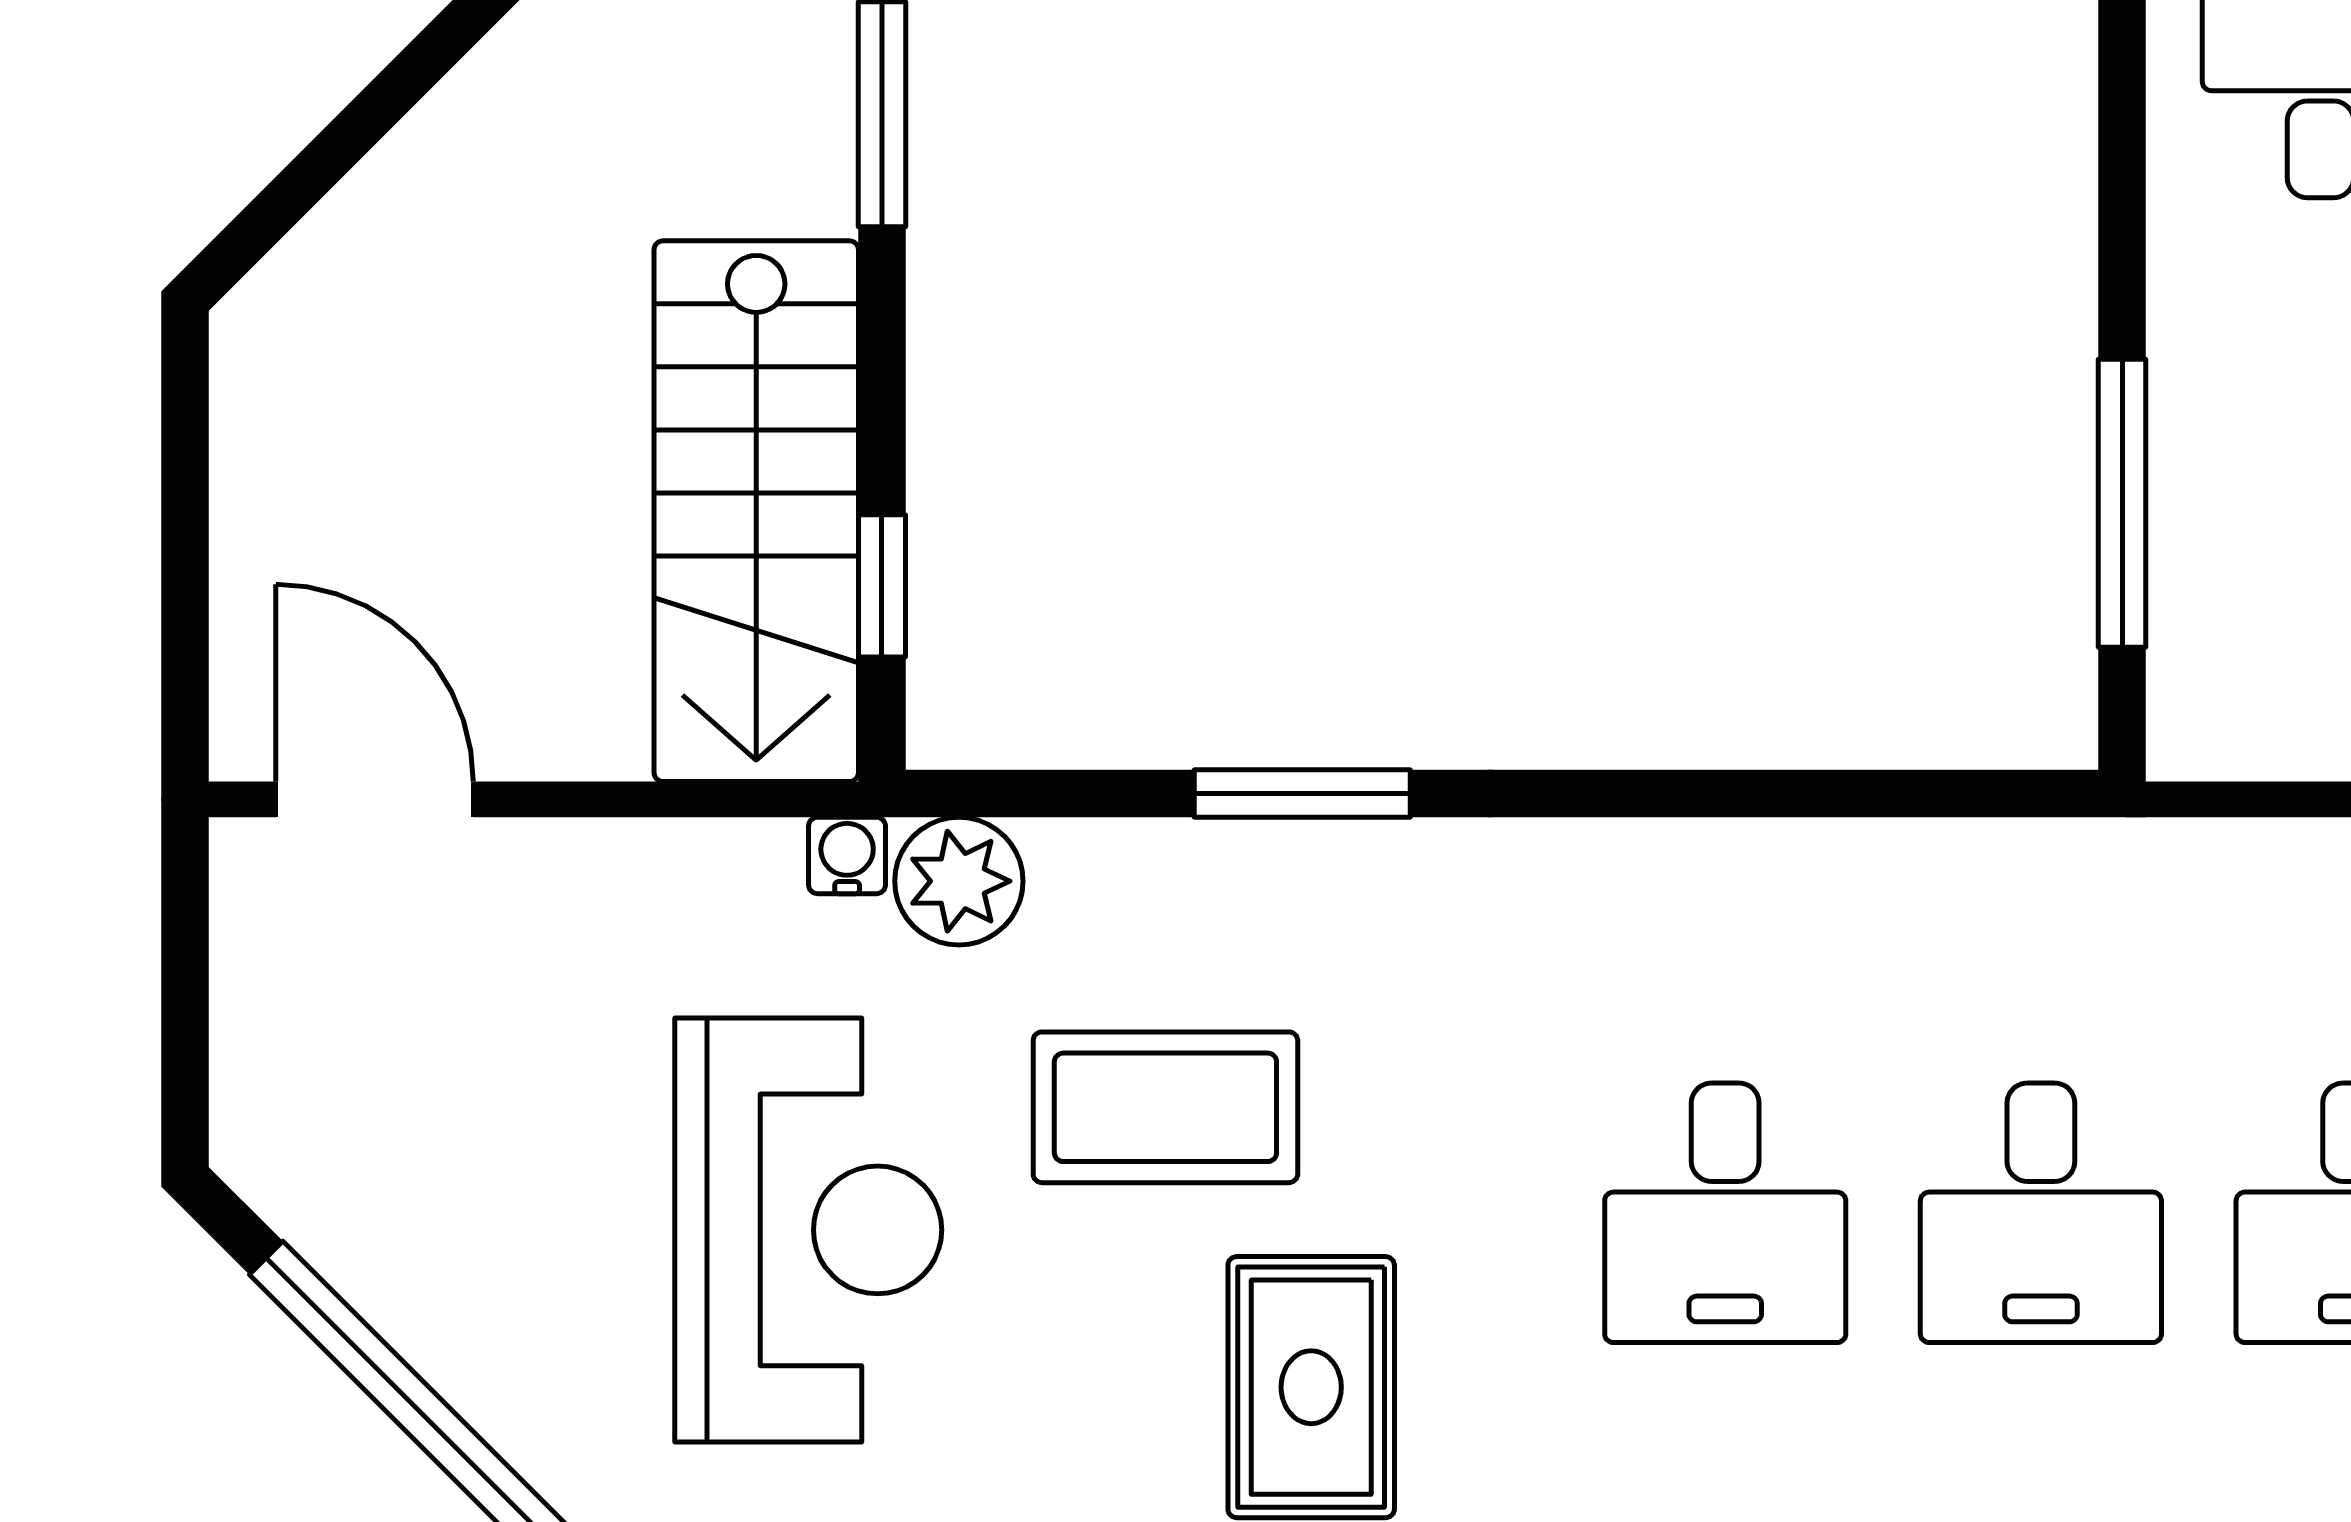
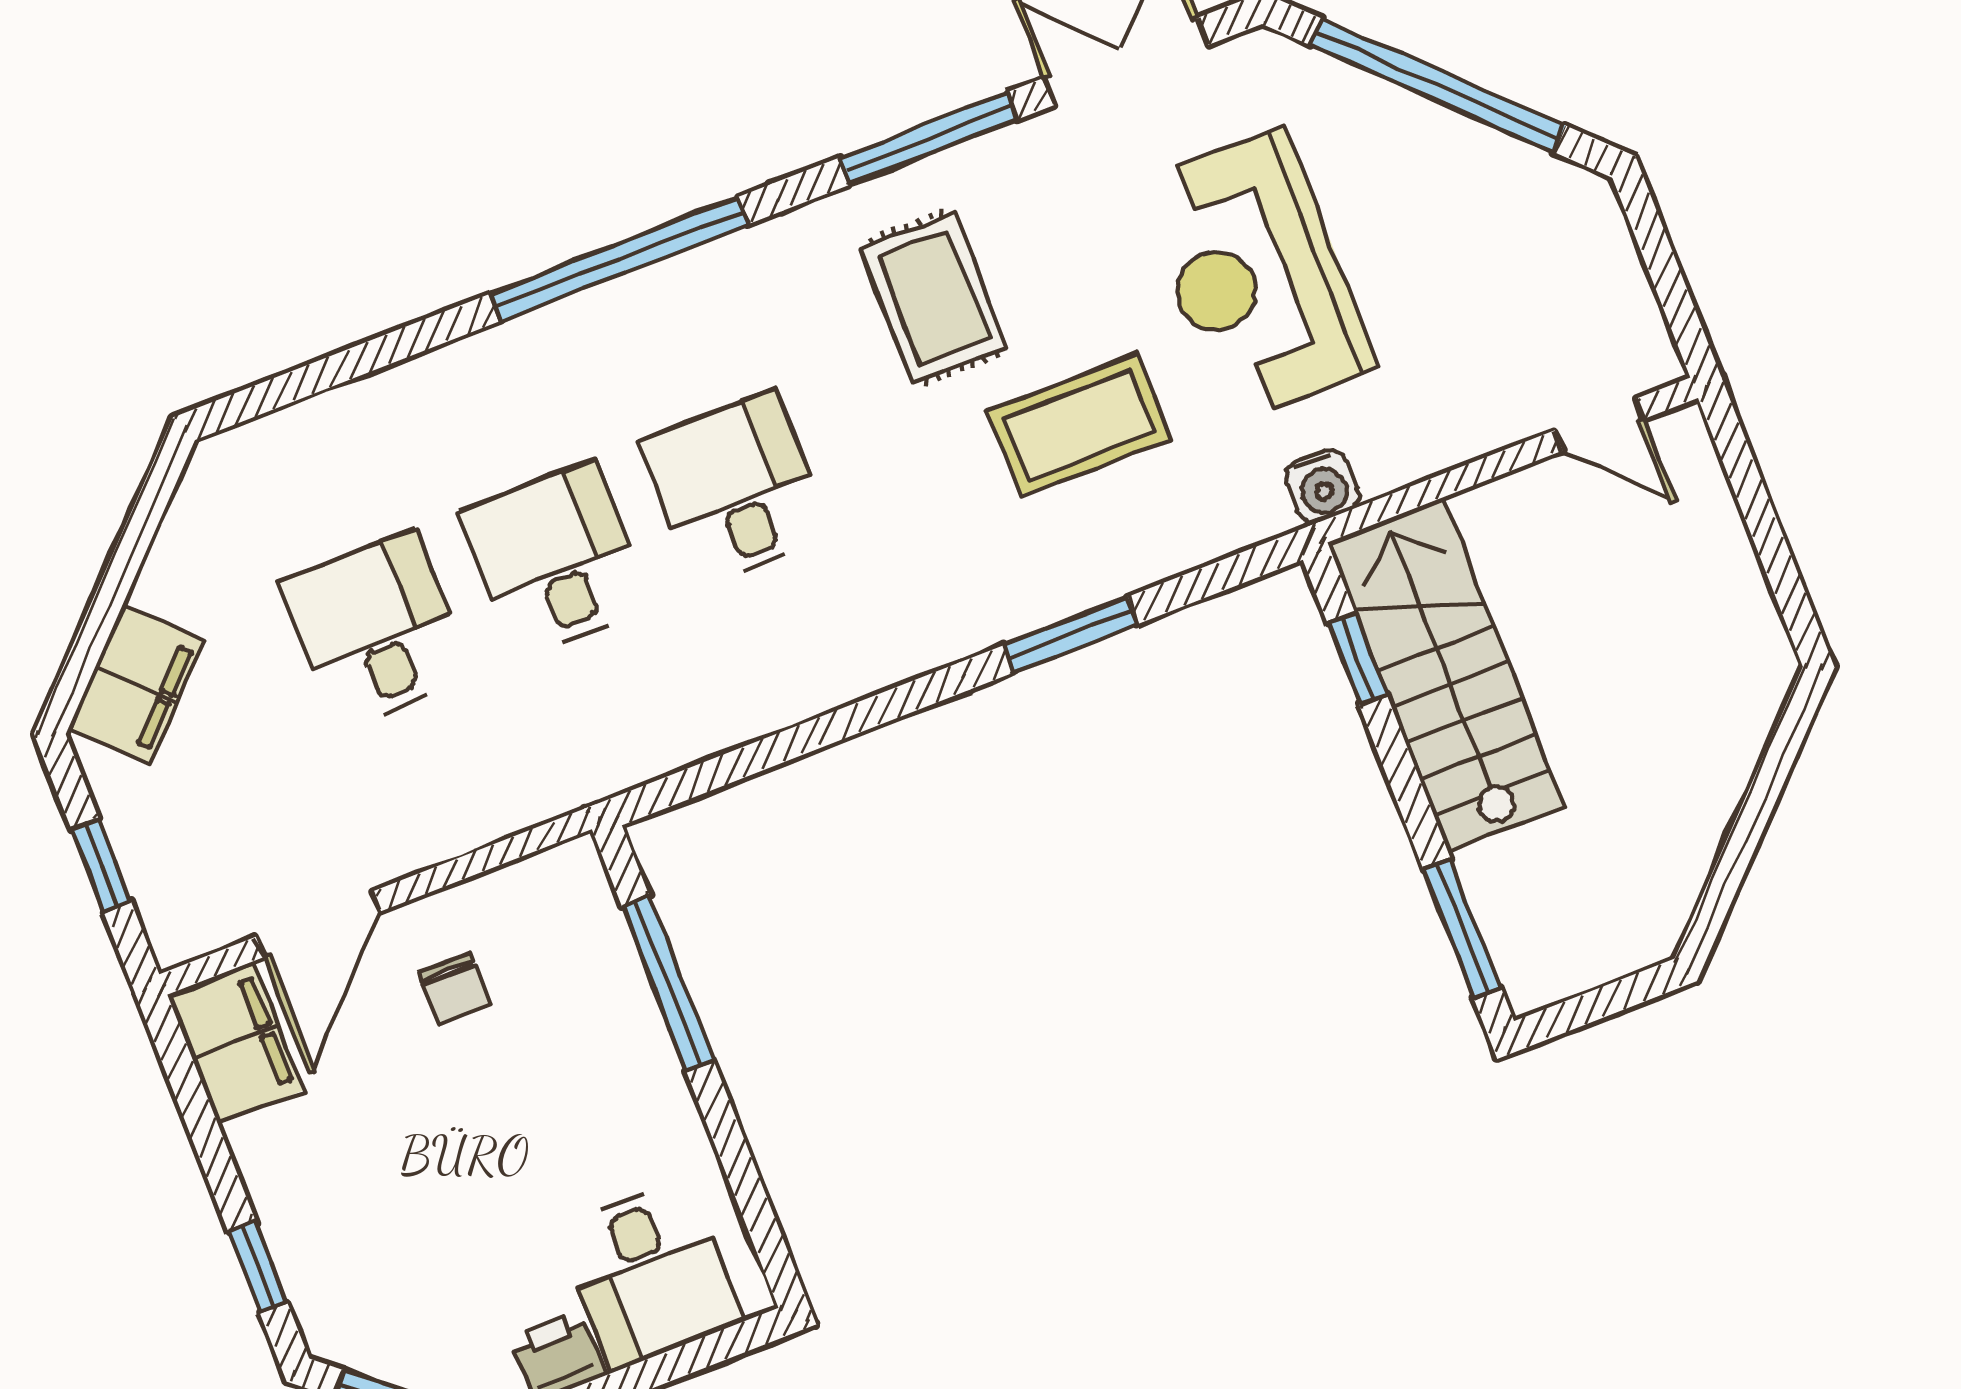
door: (375, 799) -> (1599, 425), width x0.73
water cooler: (847, 855) -> (1322, 486), width x1.38, depth x1.38
plant: (959, 881) -> (1248, 508), removed

